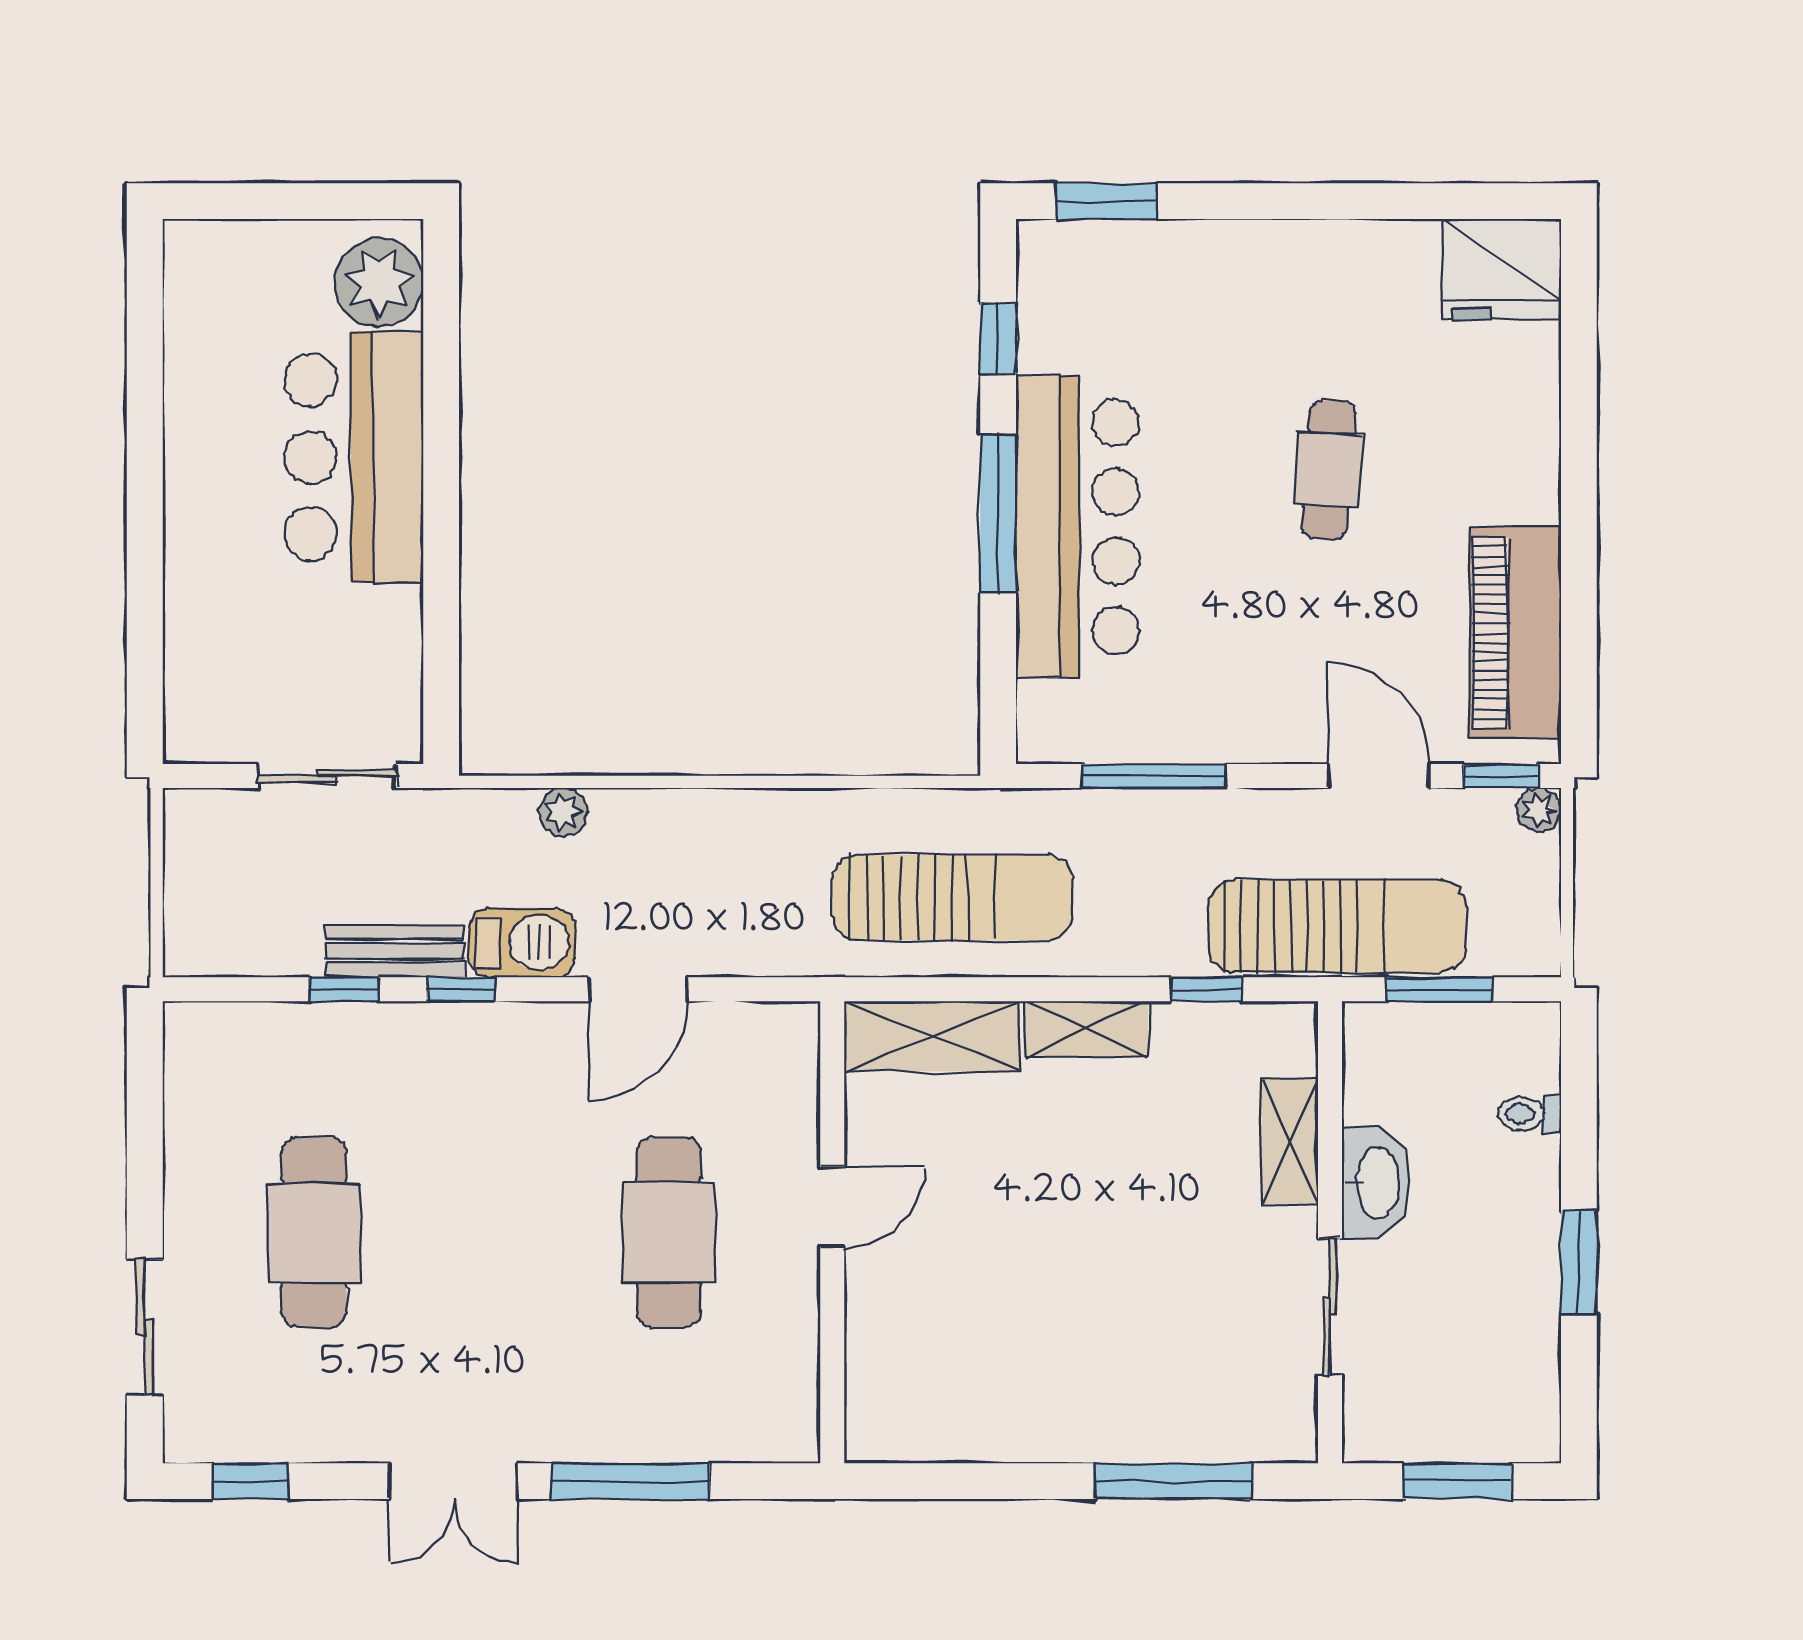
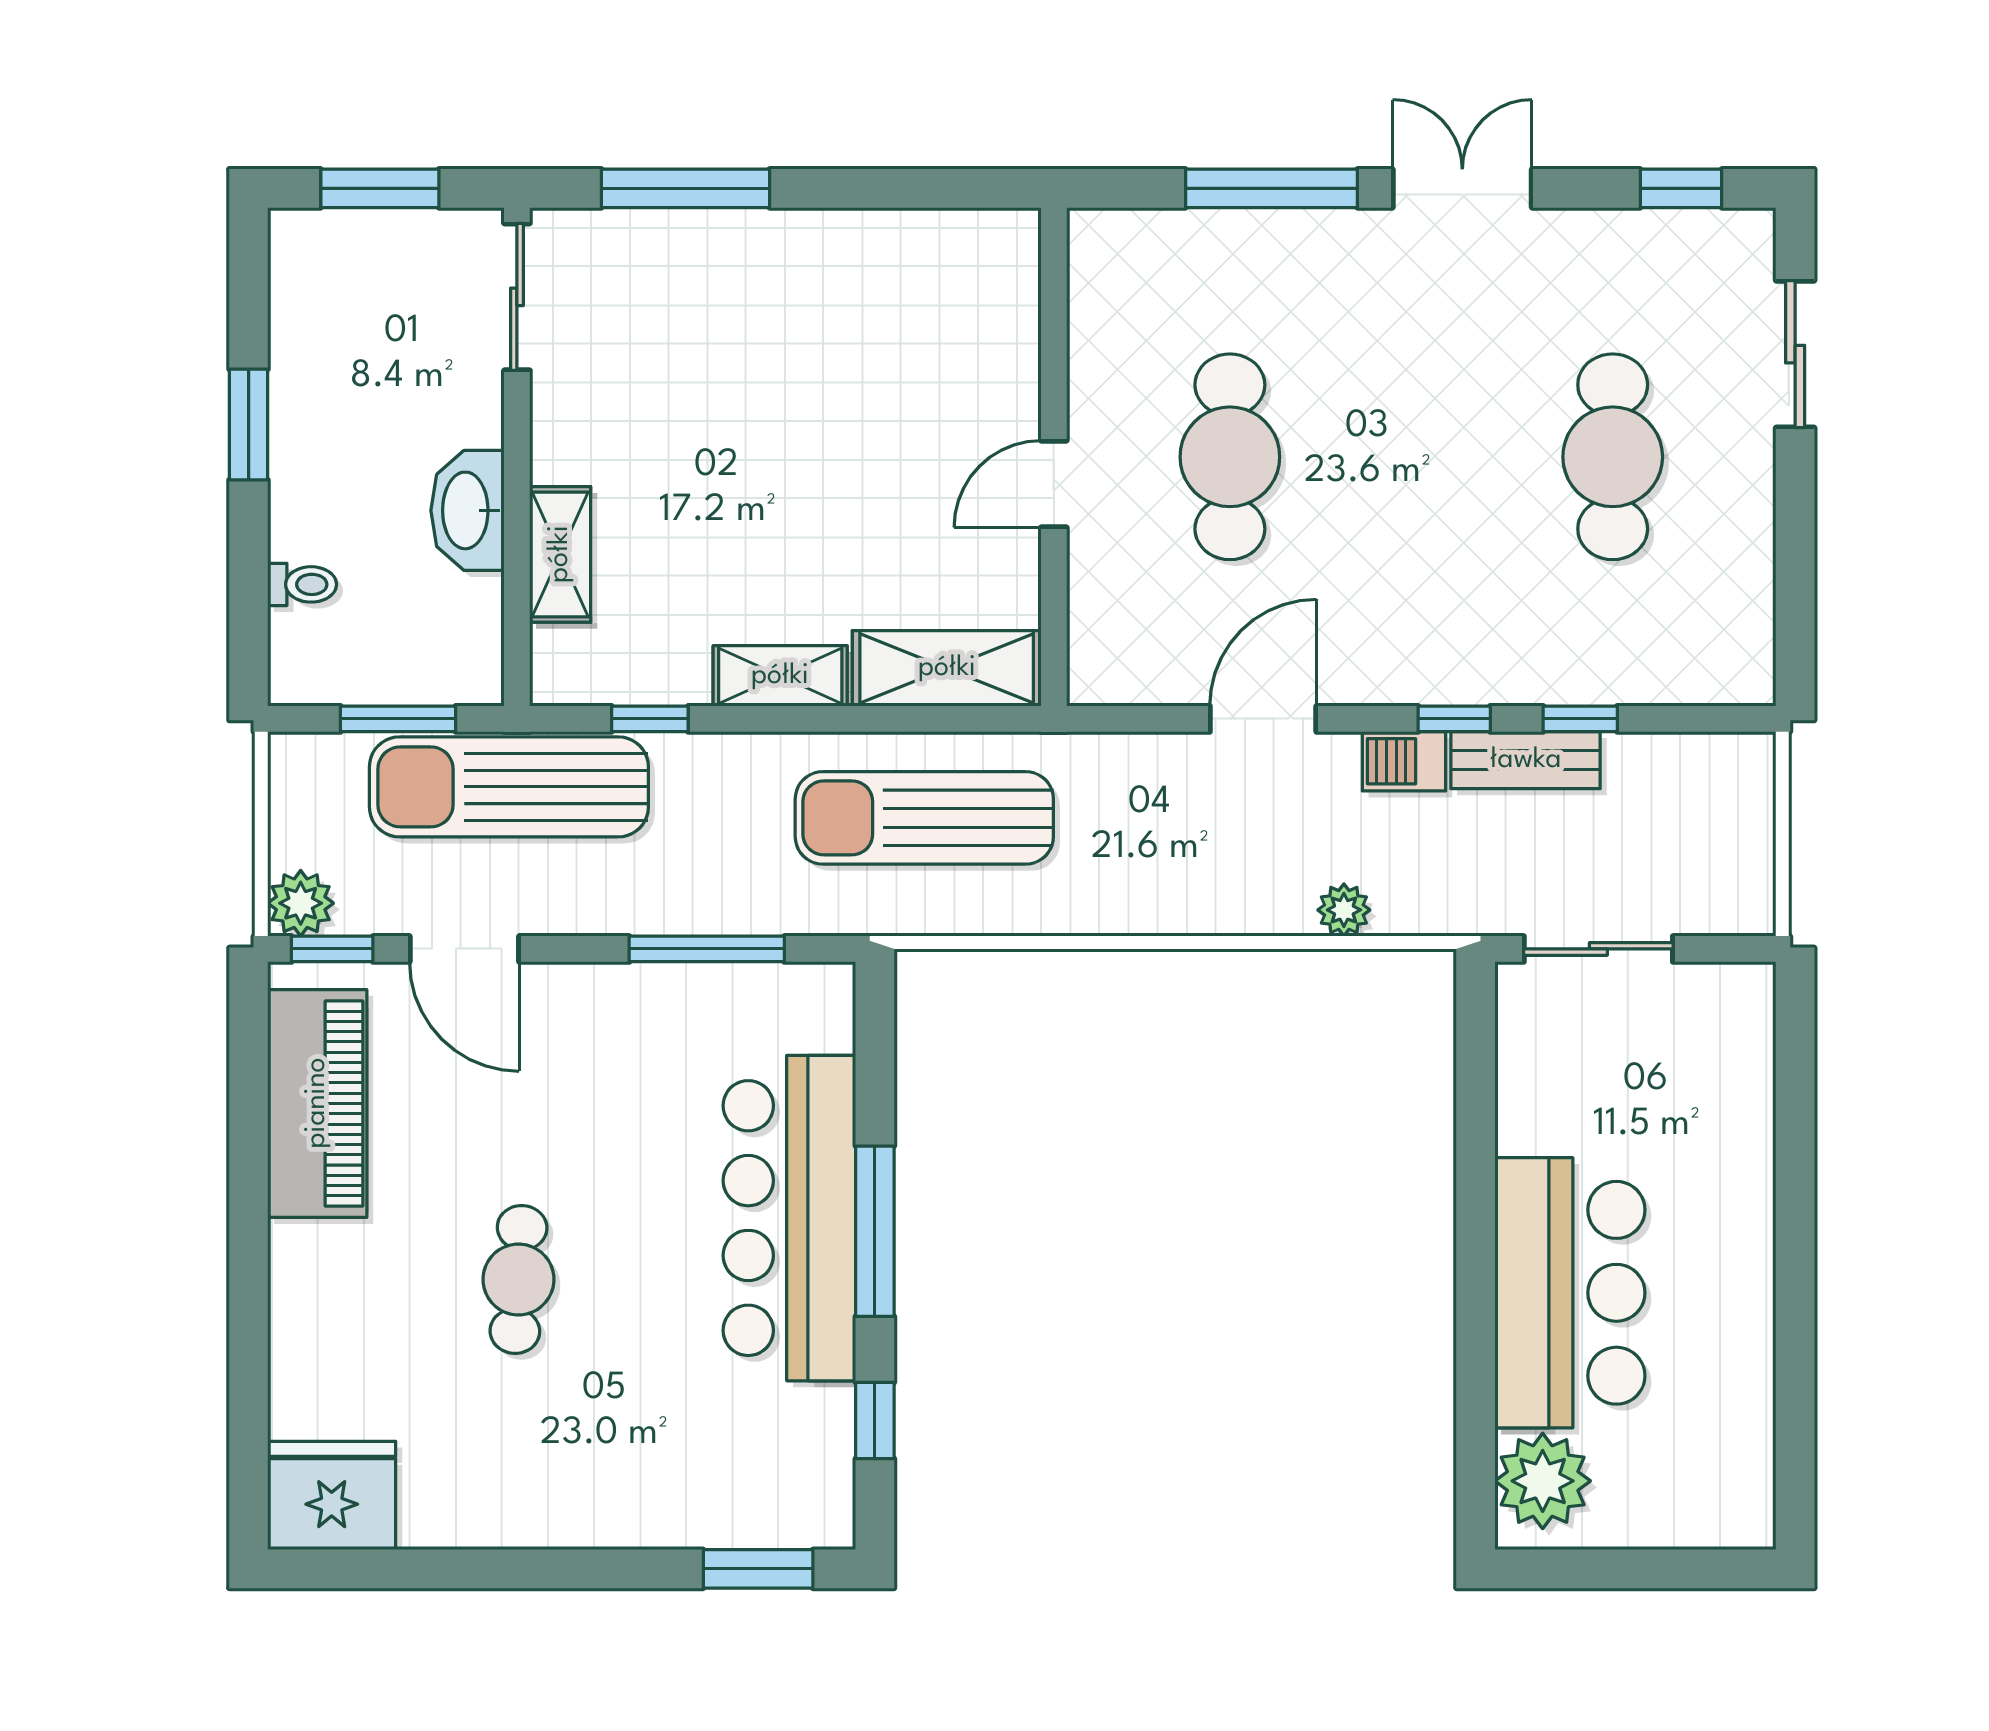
plant: (1539, 810) -> (301, 903), width x1.38, depth x1.38
barbecue: (522, 943) -> (1404, 761), width x0.73, depth x0.79
sliding door: (1330, 1307) -> (517, 297), moved

